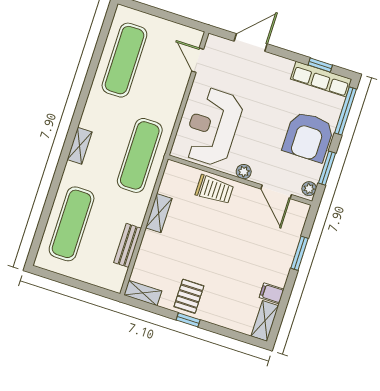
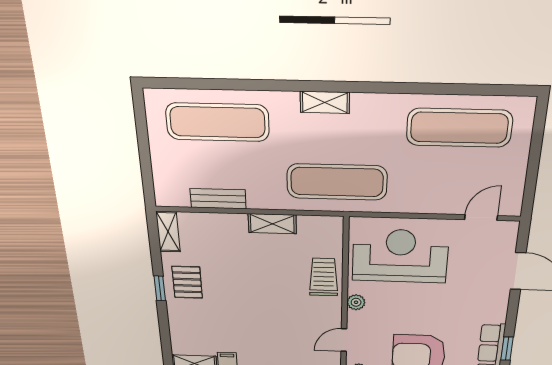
trolley: (214, 190) -> (324, 277), turned 180
door: (276, 192) -> (344, 340), width x0.73
pallet: (189, 296) -> (187, 282), turned 90

